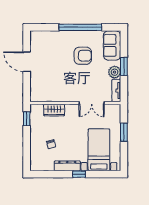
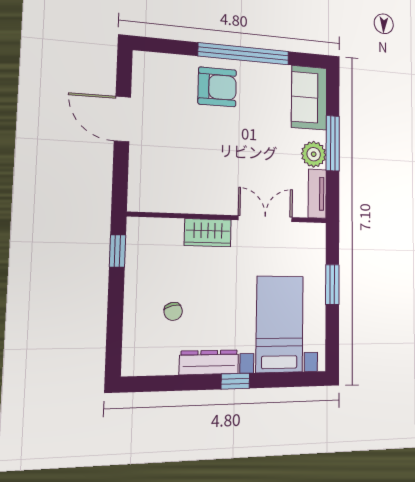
armchair: (83, 56) -> (217, 87), moved
window: (124, 66) -> (333, 143), width x1.44
double door: (92, 103) -> (265, 219), swing flipped
wardrobe: (54, 110) -> (208, 233), moved

